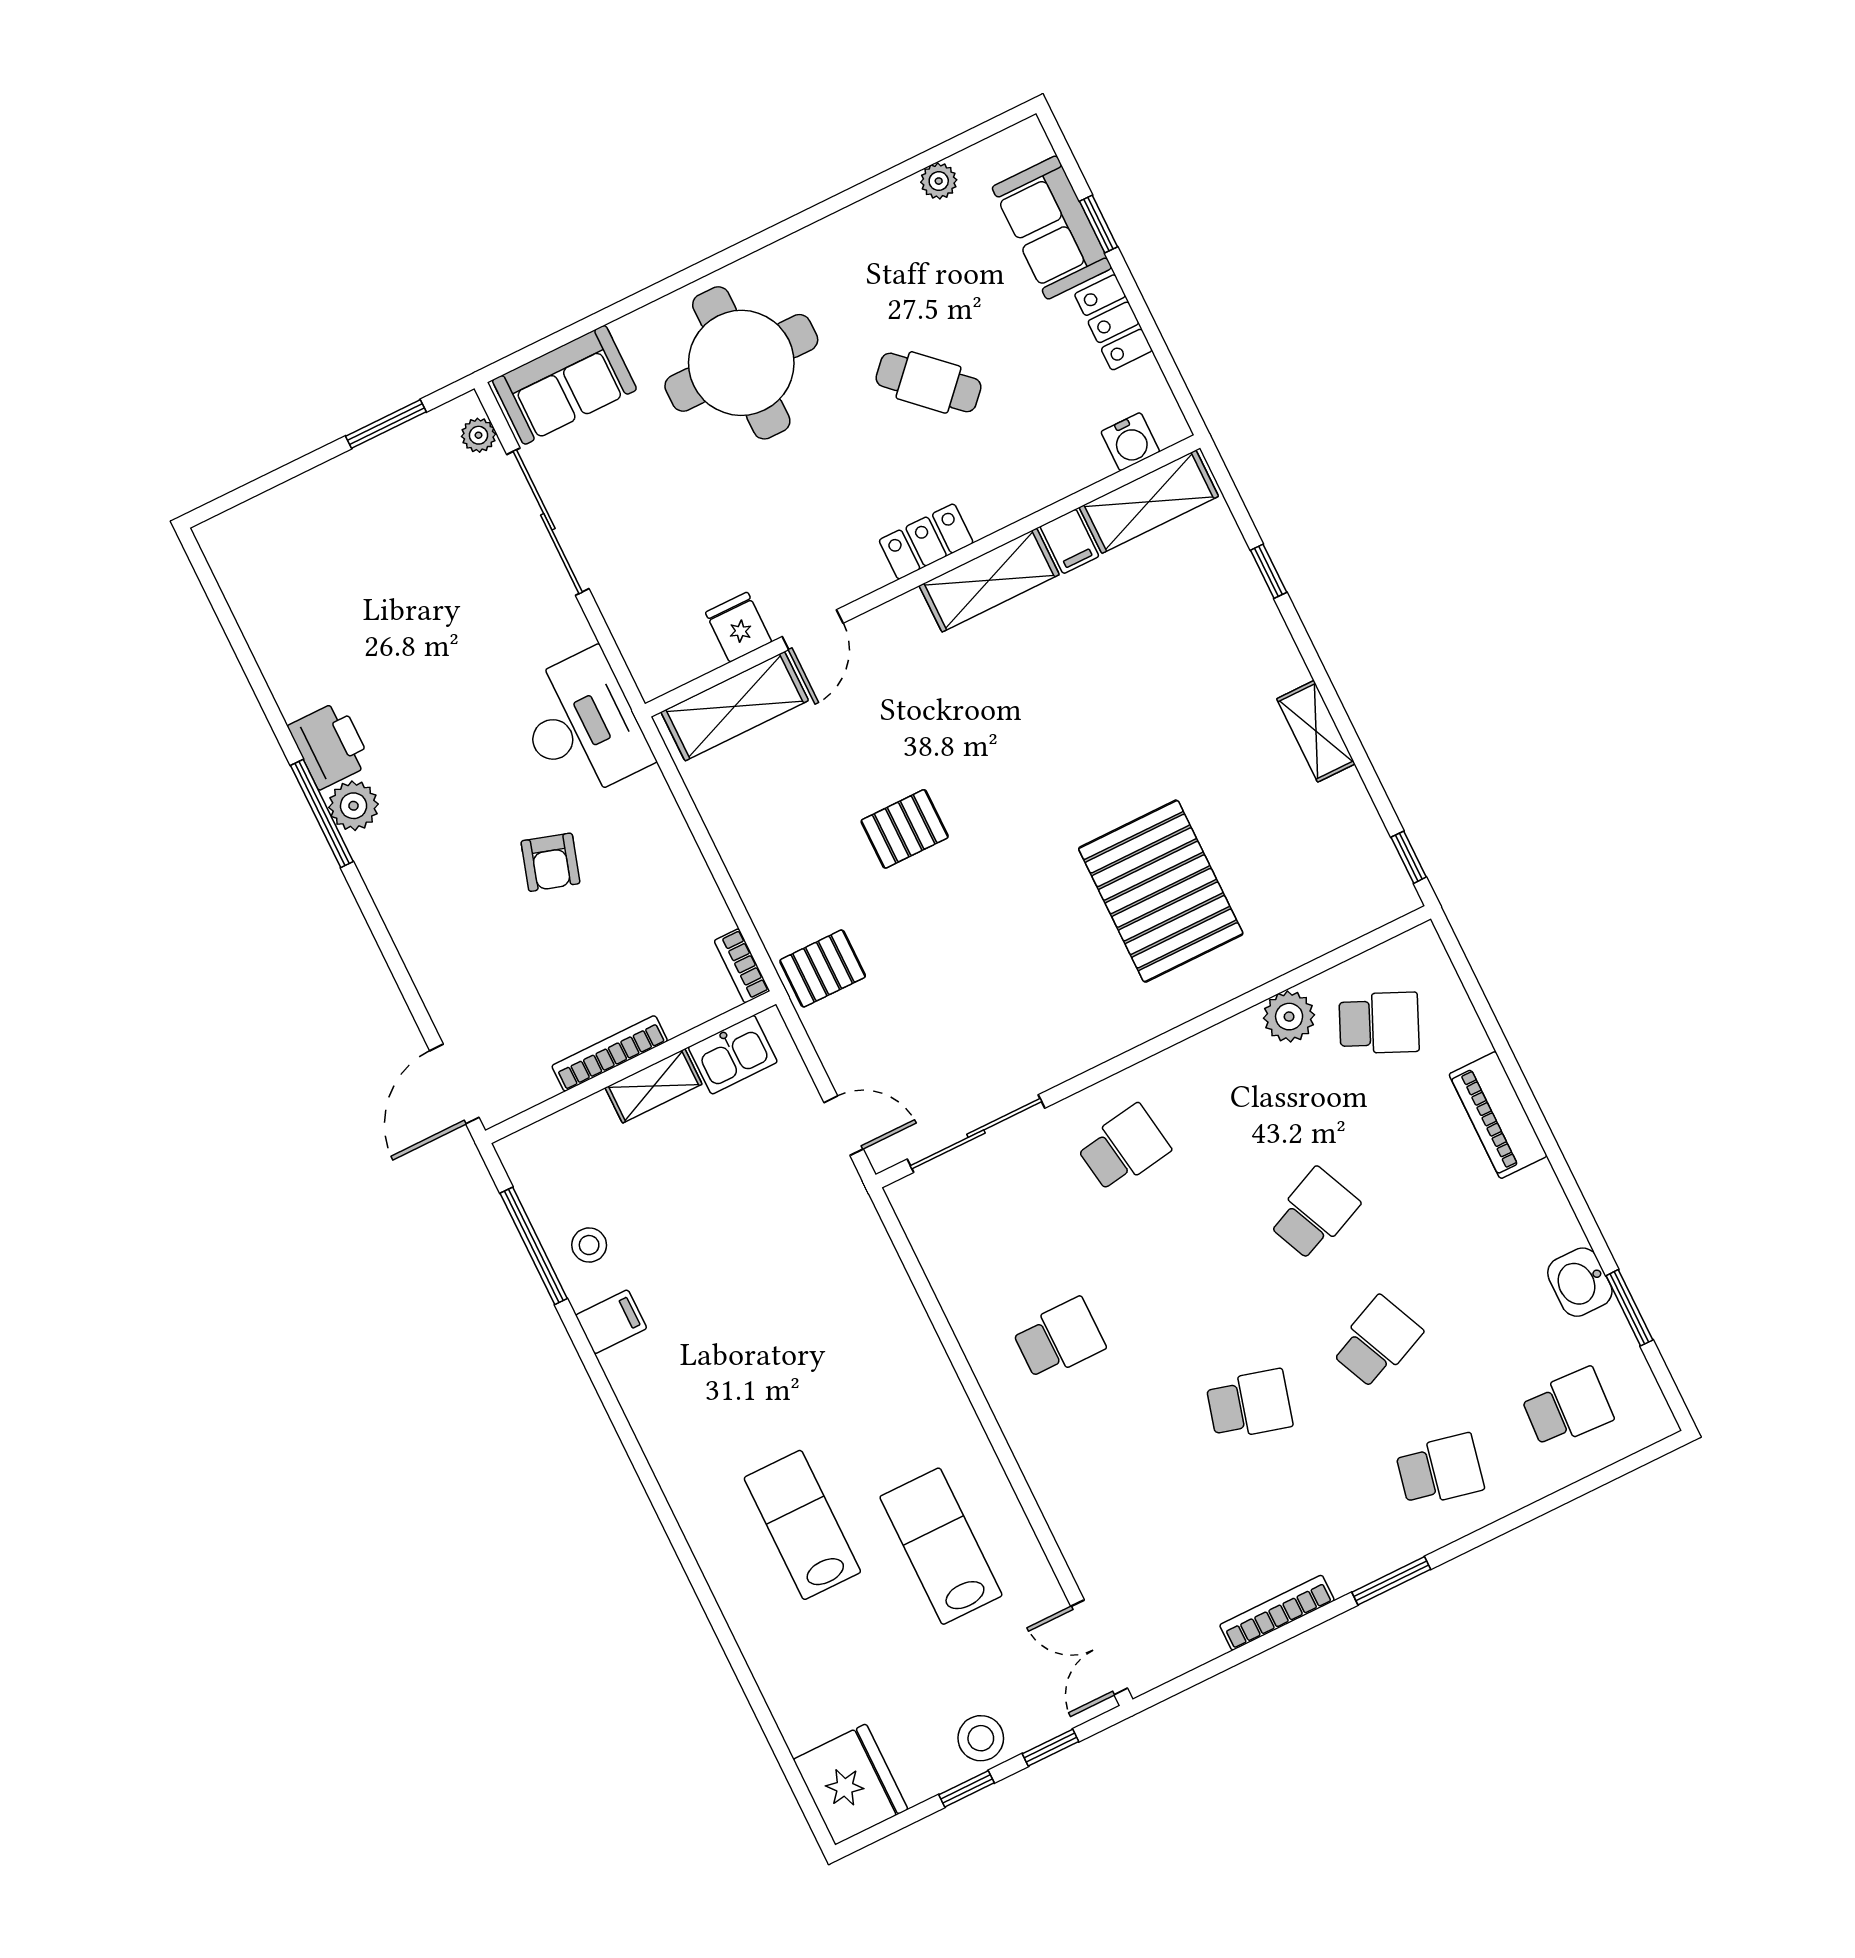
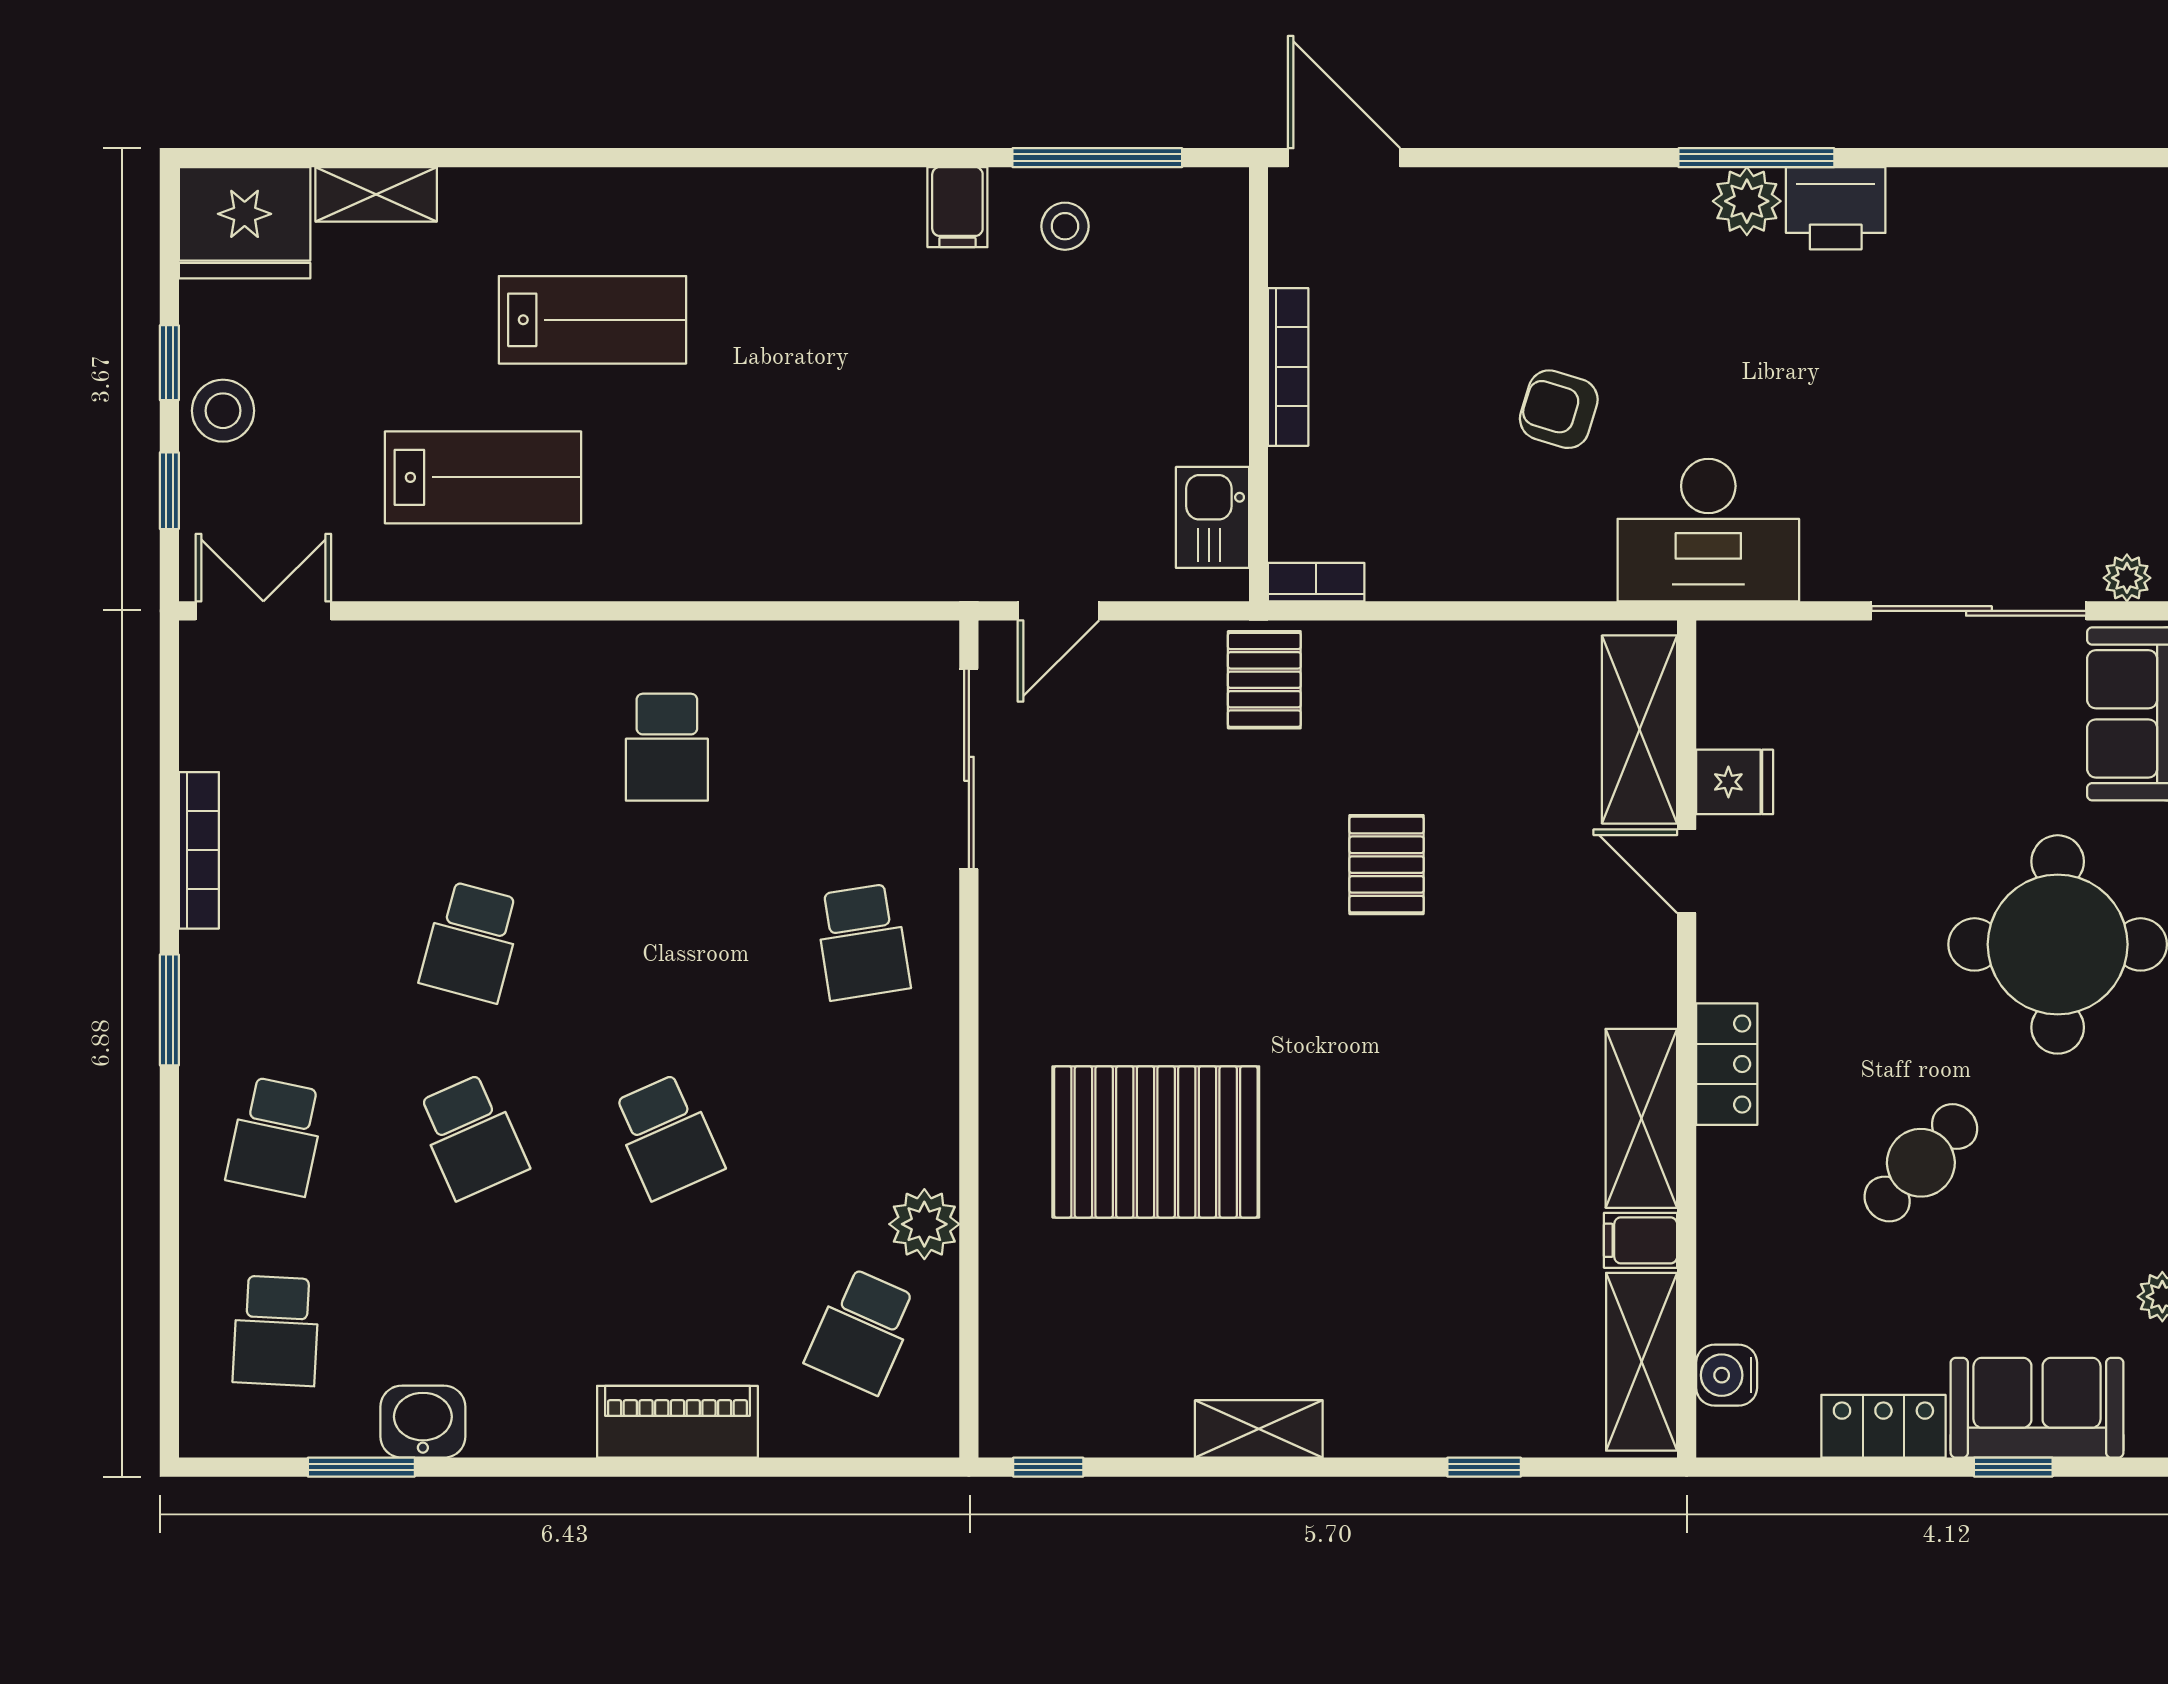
shelving: (654, 1086) -> (376, 194), moved, turned 90

